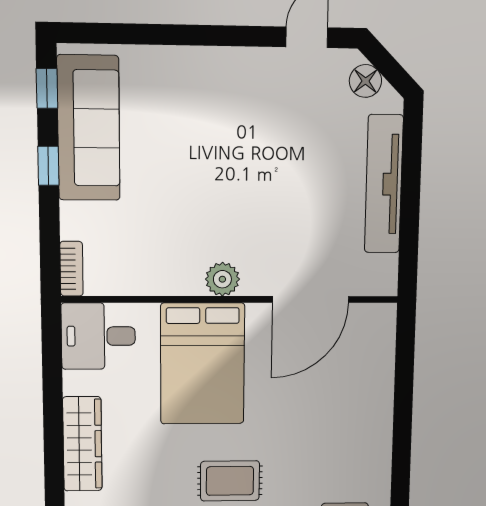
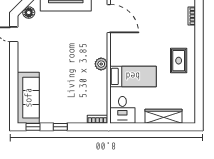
sofa: (89, 128) -> (28, 98), moved, turned 90
door: (311, 299) -> (109, 19), moved
bed: (203, 364) -> (133, 76), width x0.67

